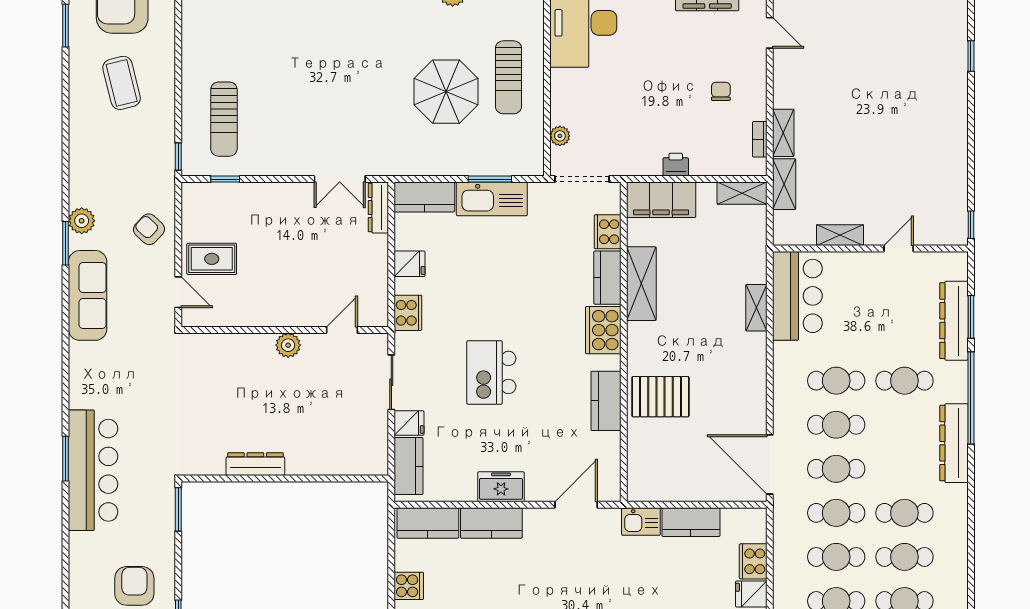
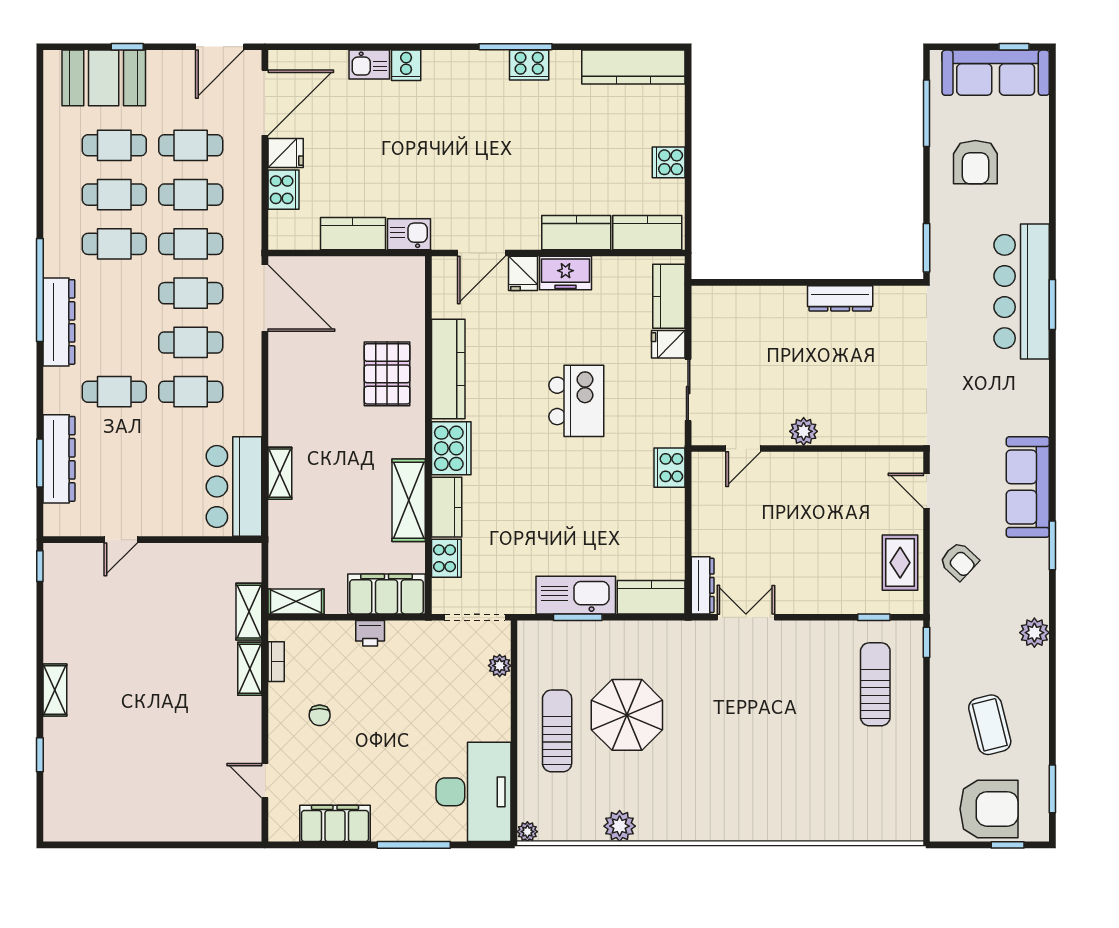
plant: (82, 221) -> (1034, 633), moved
shelving: (840, 235) -> (55, 690), moved, turned 90
rug: (212, 259) -> (900, 563), moved, turned 90
fridge: (410, 264) -> (523, 273), moved, turned -90
pallet: (661, 397) -> (387, 374), turned 90
window: (971, 398) -> (40, 290), moved
kitchen counter: (606, 401) -> (448, 369), width x1.50

